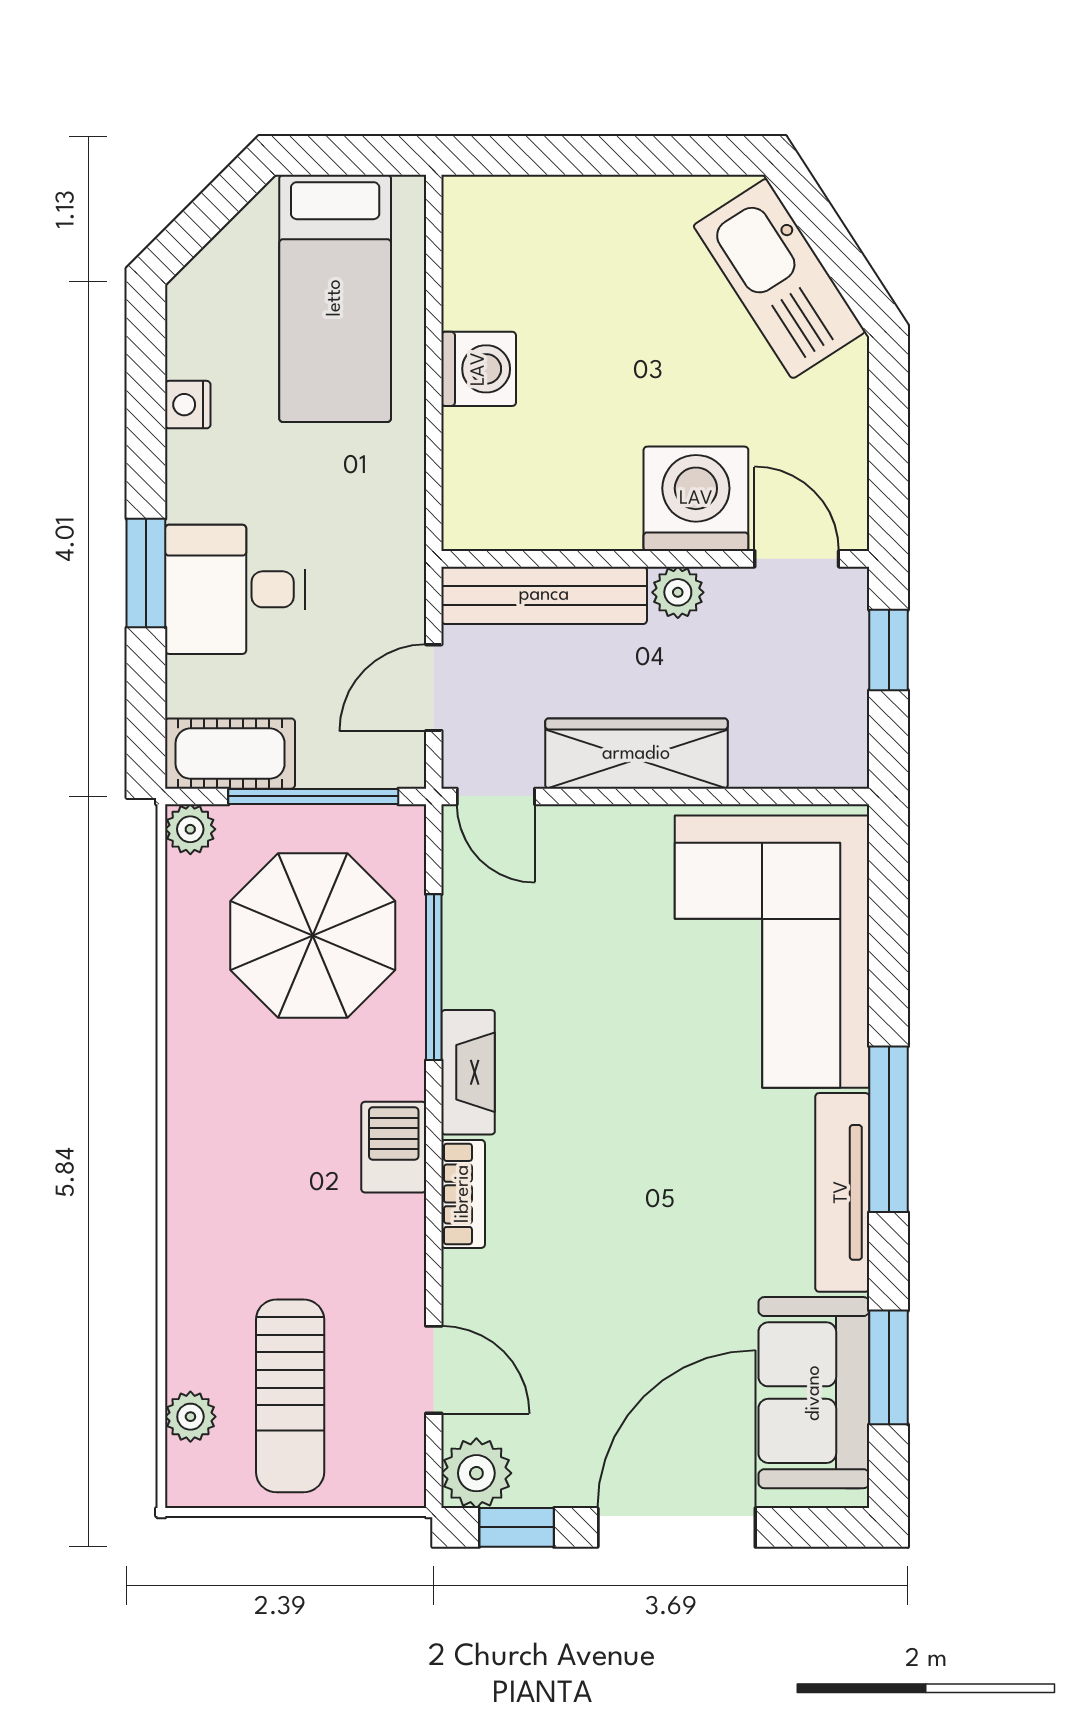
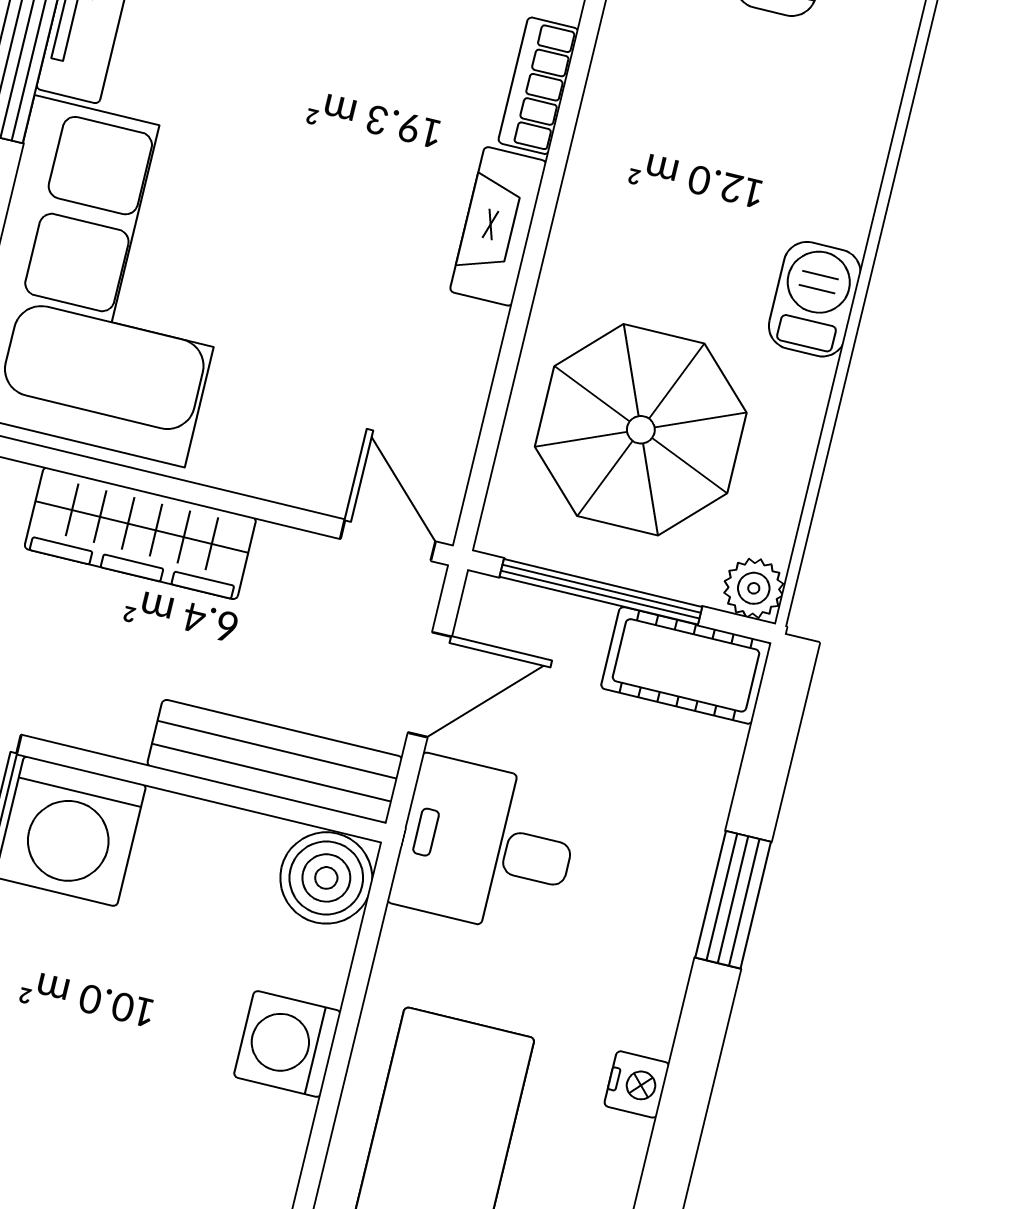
boiler: (480, 511) -> (326, 878), added
desk: (235, 589) -> (486, 847), moved, turned 180
plant: (678, 592) -> (118, 727), removed
wardrobe: (636, 754) -> (140, 533), moved
window: (434, 977) -> (511, 347), removed
barbecue: (394, 1147) -> (815, 299), moved, turned 180

